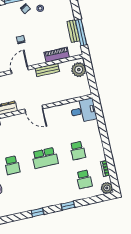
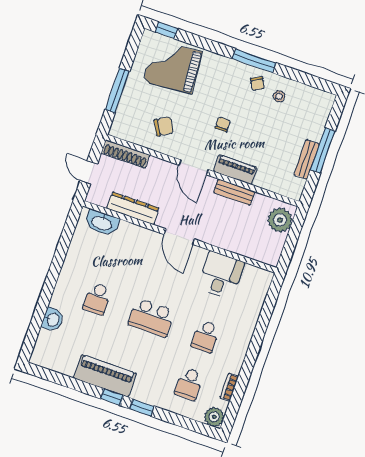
window: (81, 33) -> (323, 150), moved
piano: (57, 55) -> (235, 170), moved
door: (20, 70) -> (194, 167), swing flipped
desk: (83, 111) -> (221, 275), moved, turned -90
piano: (40, 201) -> (105, 376), added
window: (38, 212) -> (112, 397), moved

